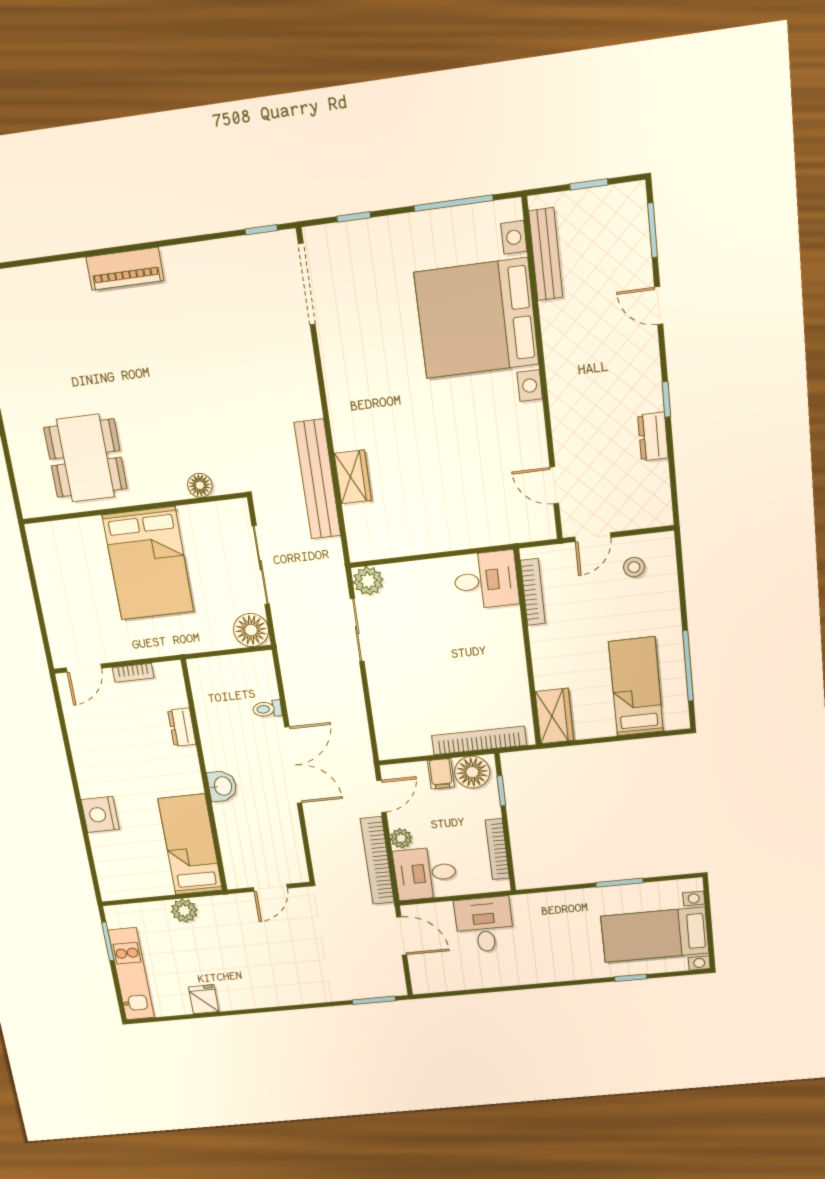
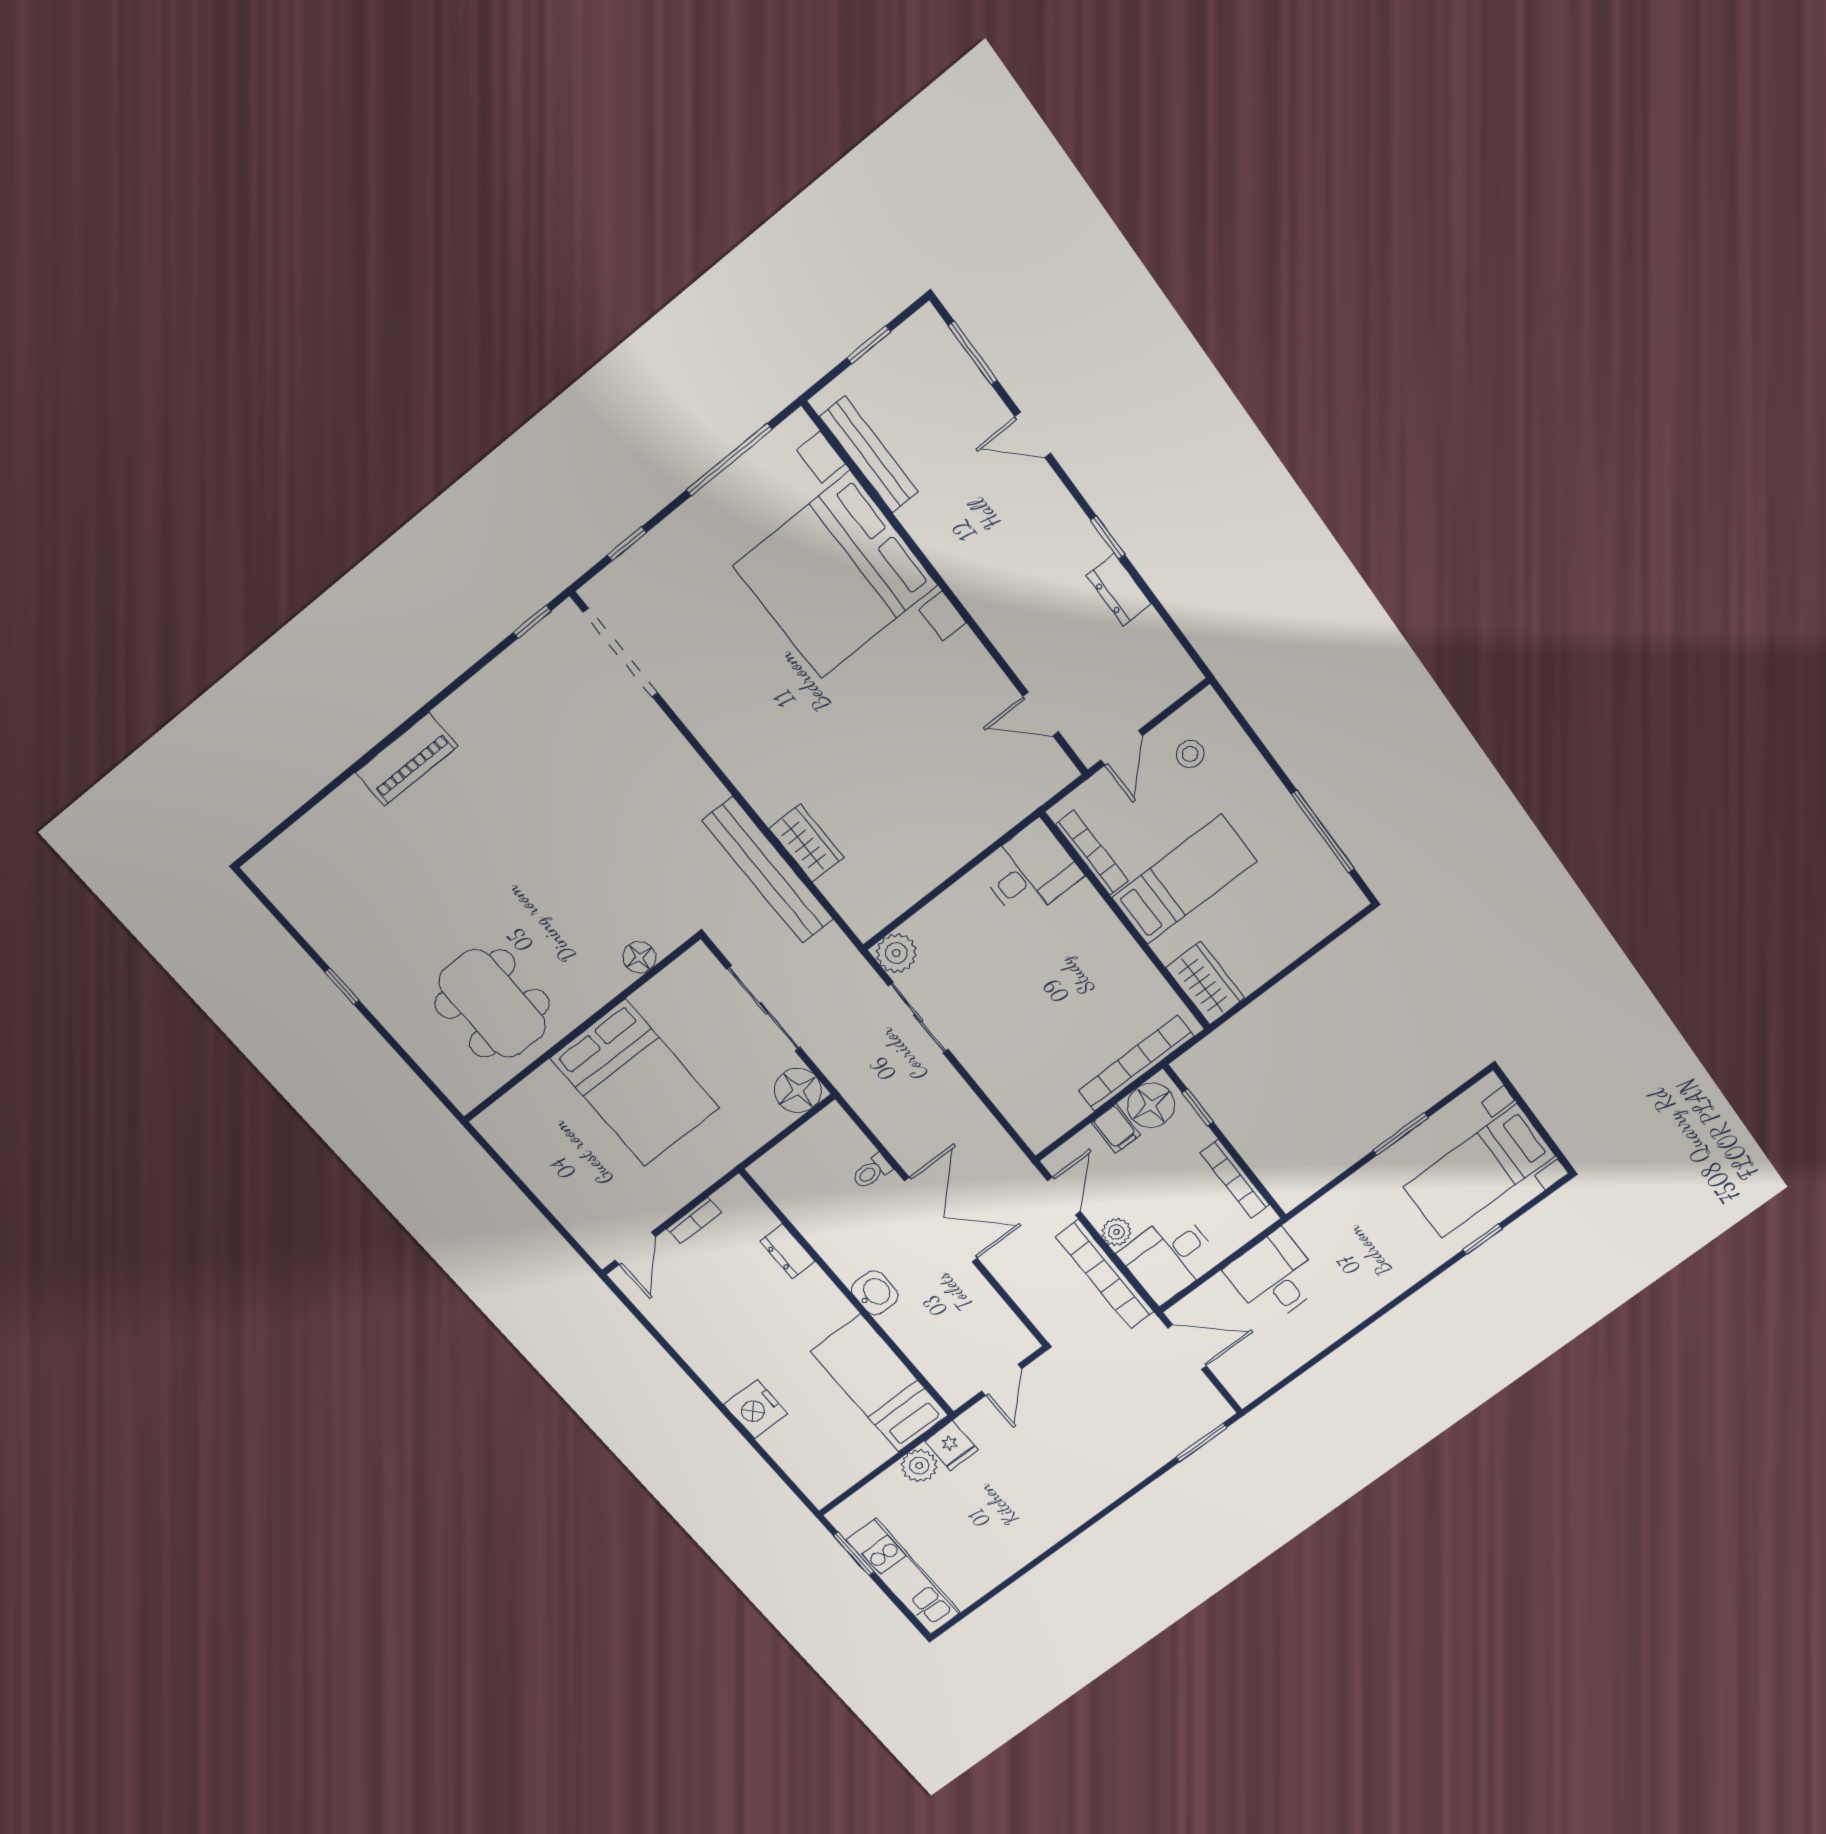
bed: (636, 687) -> (1184, 879), moved, turned 90
fridge: (204, 999) -> (951, 1446), moved, turned 180

